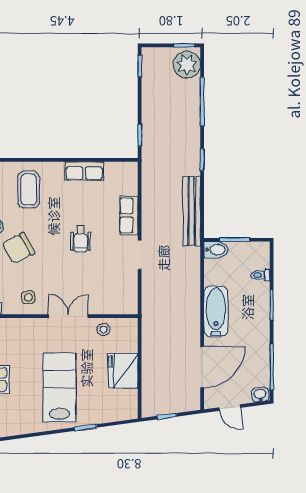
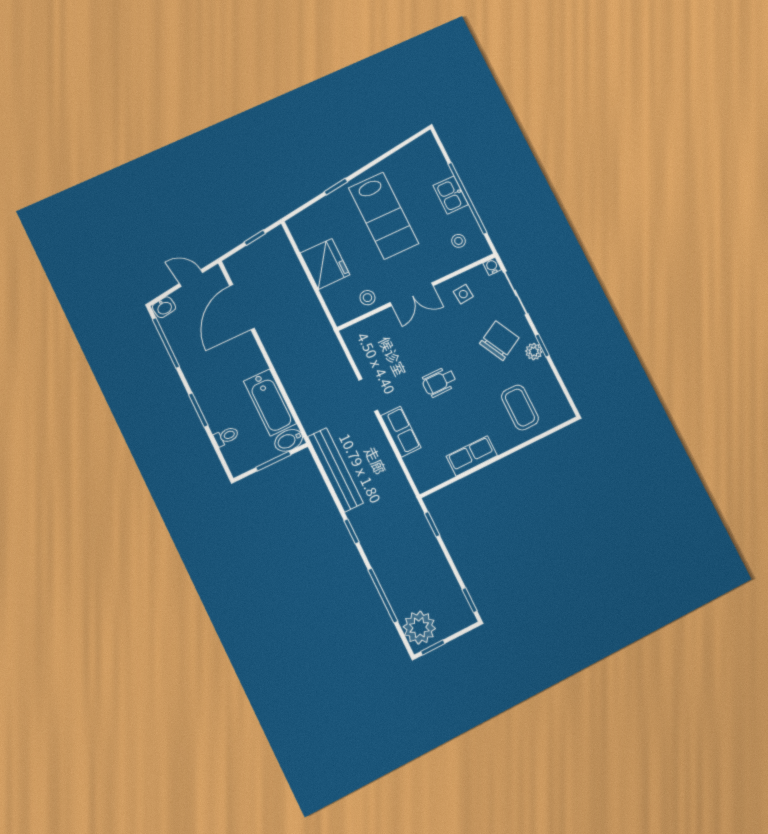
wheelchair: (81, 239) -> (439, 382), turned -90
bathtub: (216, 311) -> (270, 402), moved
stool: (11, 341) -> (458, 241), added

